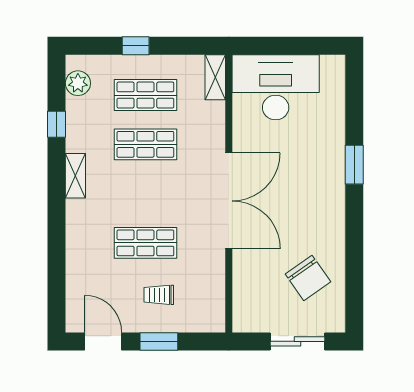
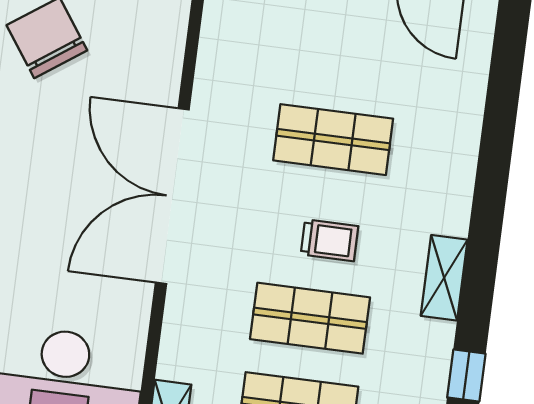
trolley: (159, 295) -> (330, 240), moved

